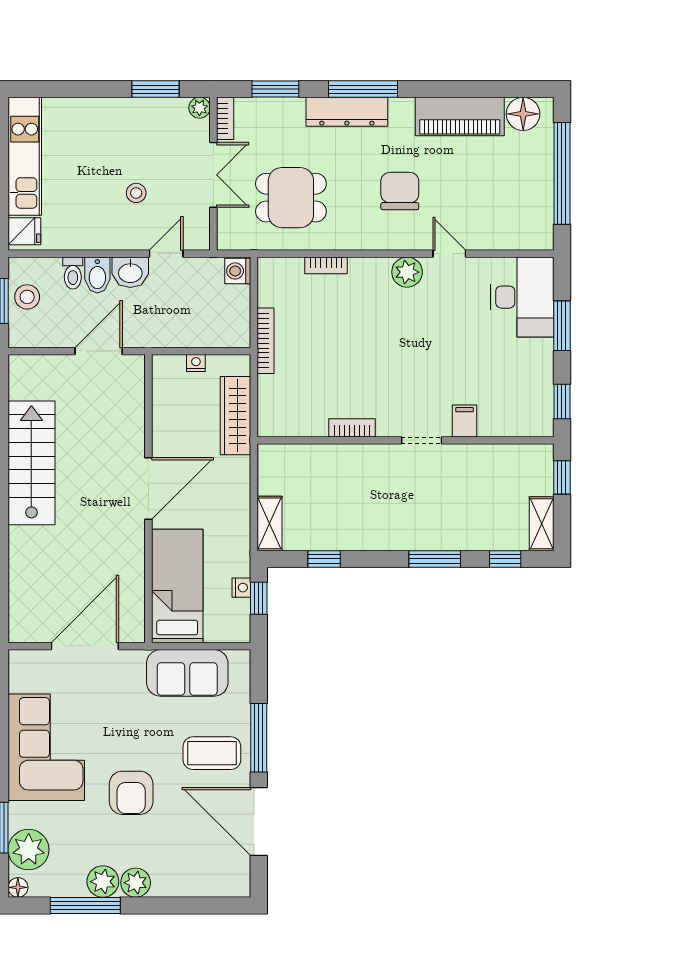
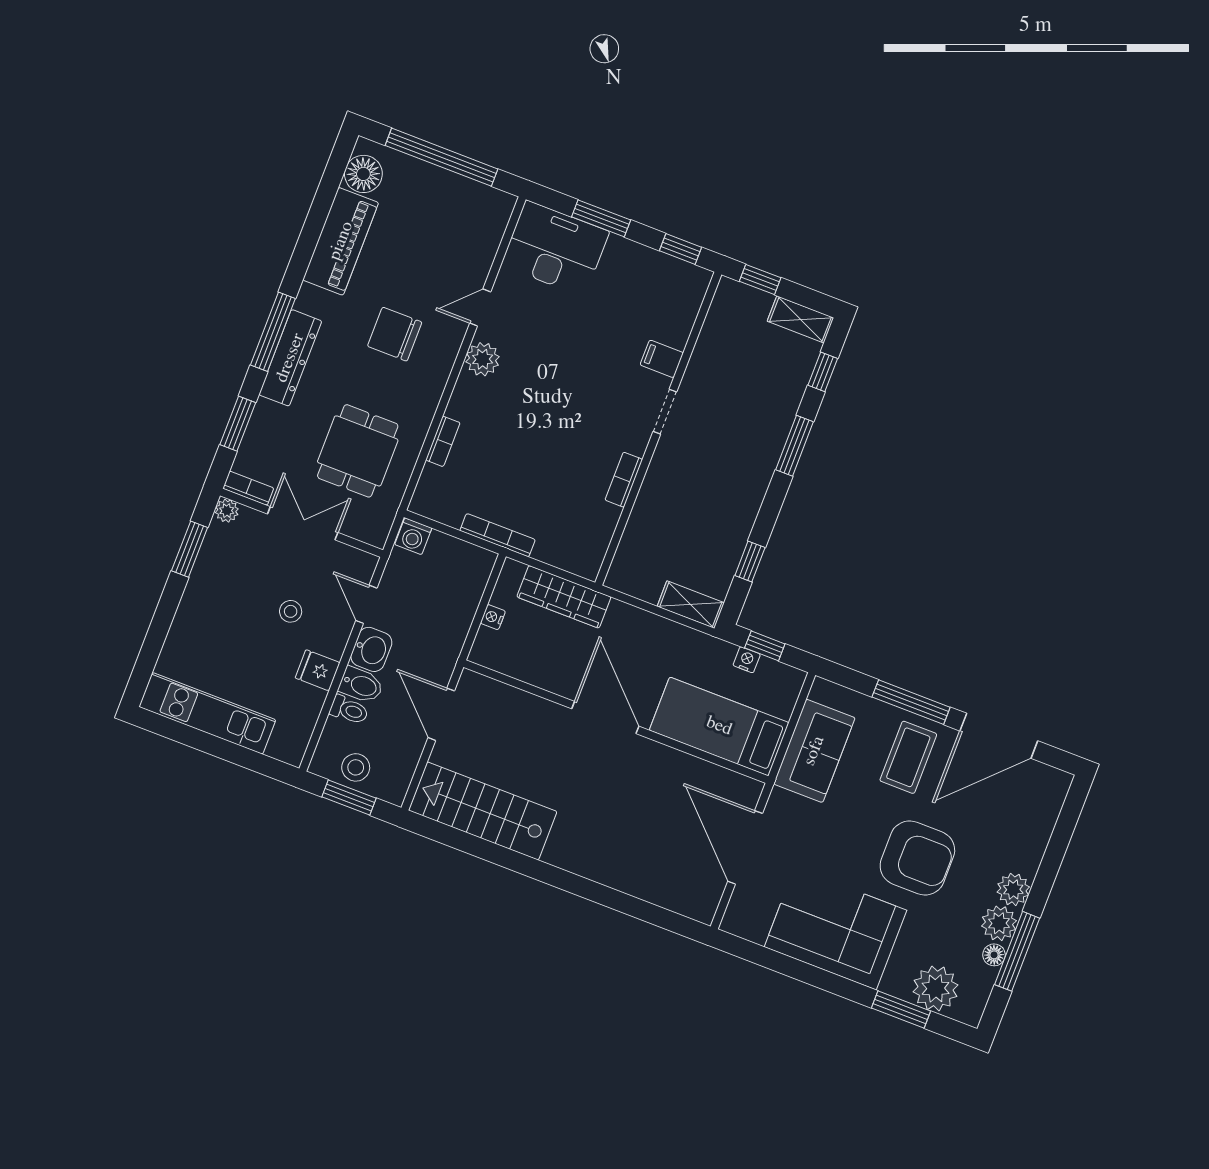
fridge: (24, 231) -> (317, 670), moved, turned -90
stairs: (31, 463) -> (483, 811), moved
armchair: (131, 793) -> (917, 858), width x1.36, depth x1.36
floor lamp: (18, 887) -> (994, 955), moved

